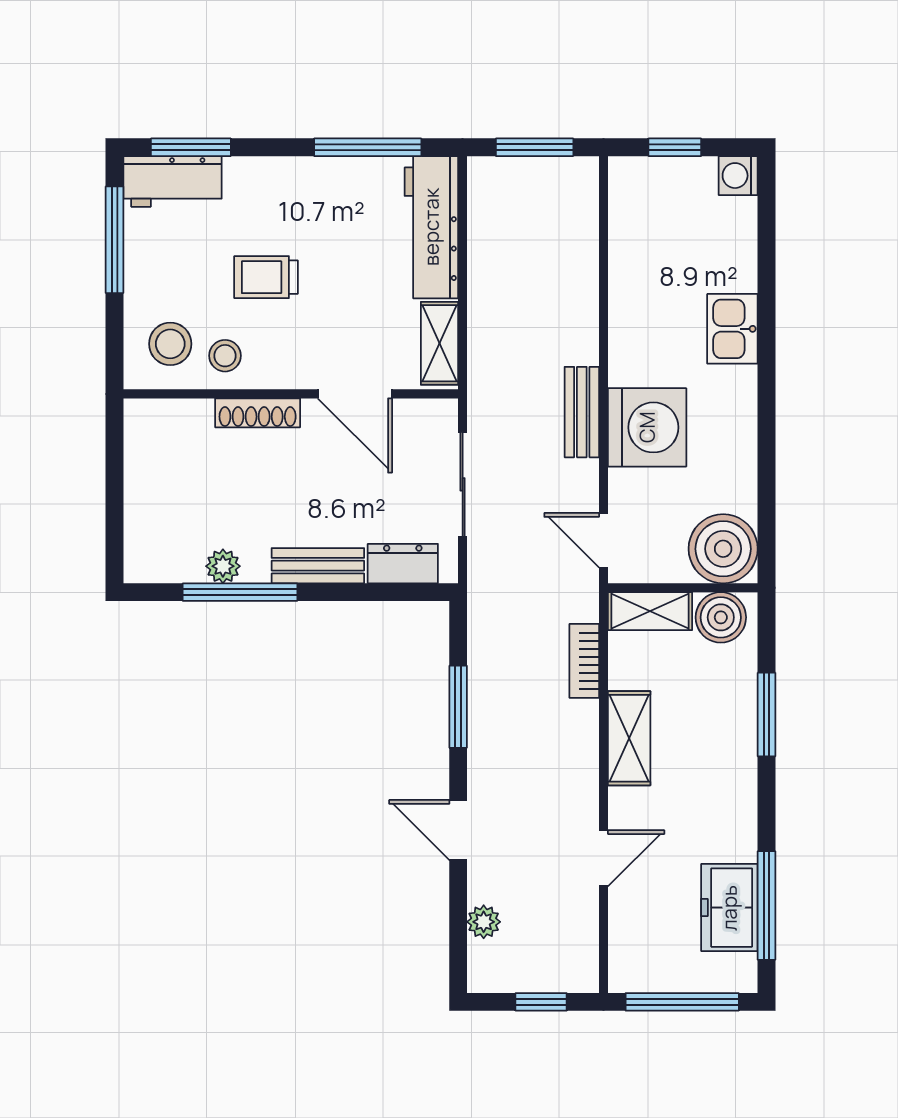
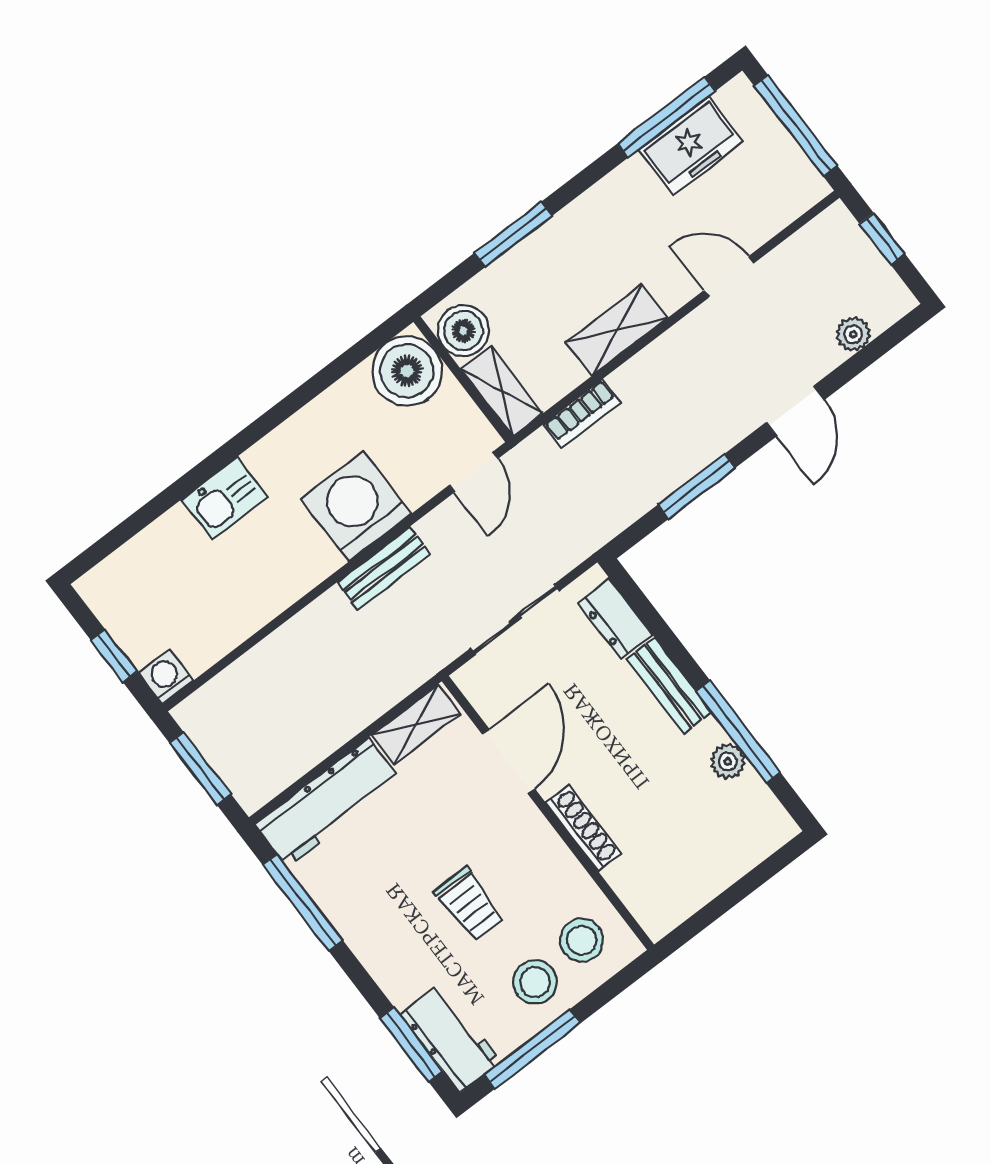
washing machine: (738, 176) -> (166, 677), moved, turned 180
stool: (225, 356) -> (535, 982), moved, width x1.37, depth x1.37

